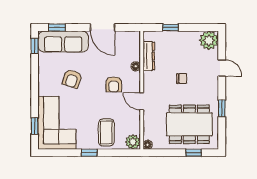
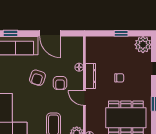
window: (170, 27) -> (121, 33), moved
dresser: (149, 56) -> (91, 76), moved
armchair: (72, 79) -> (37, 78), moved

